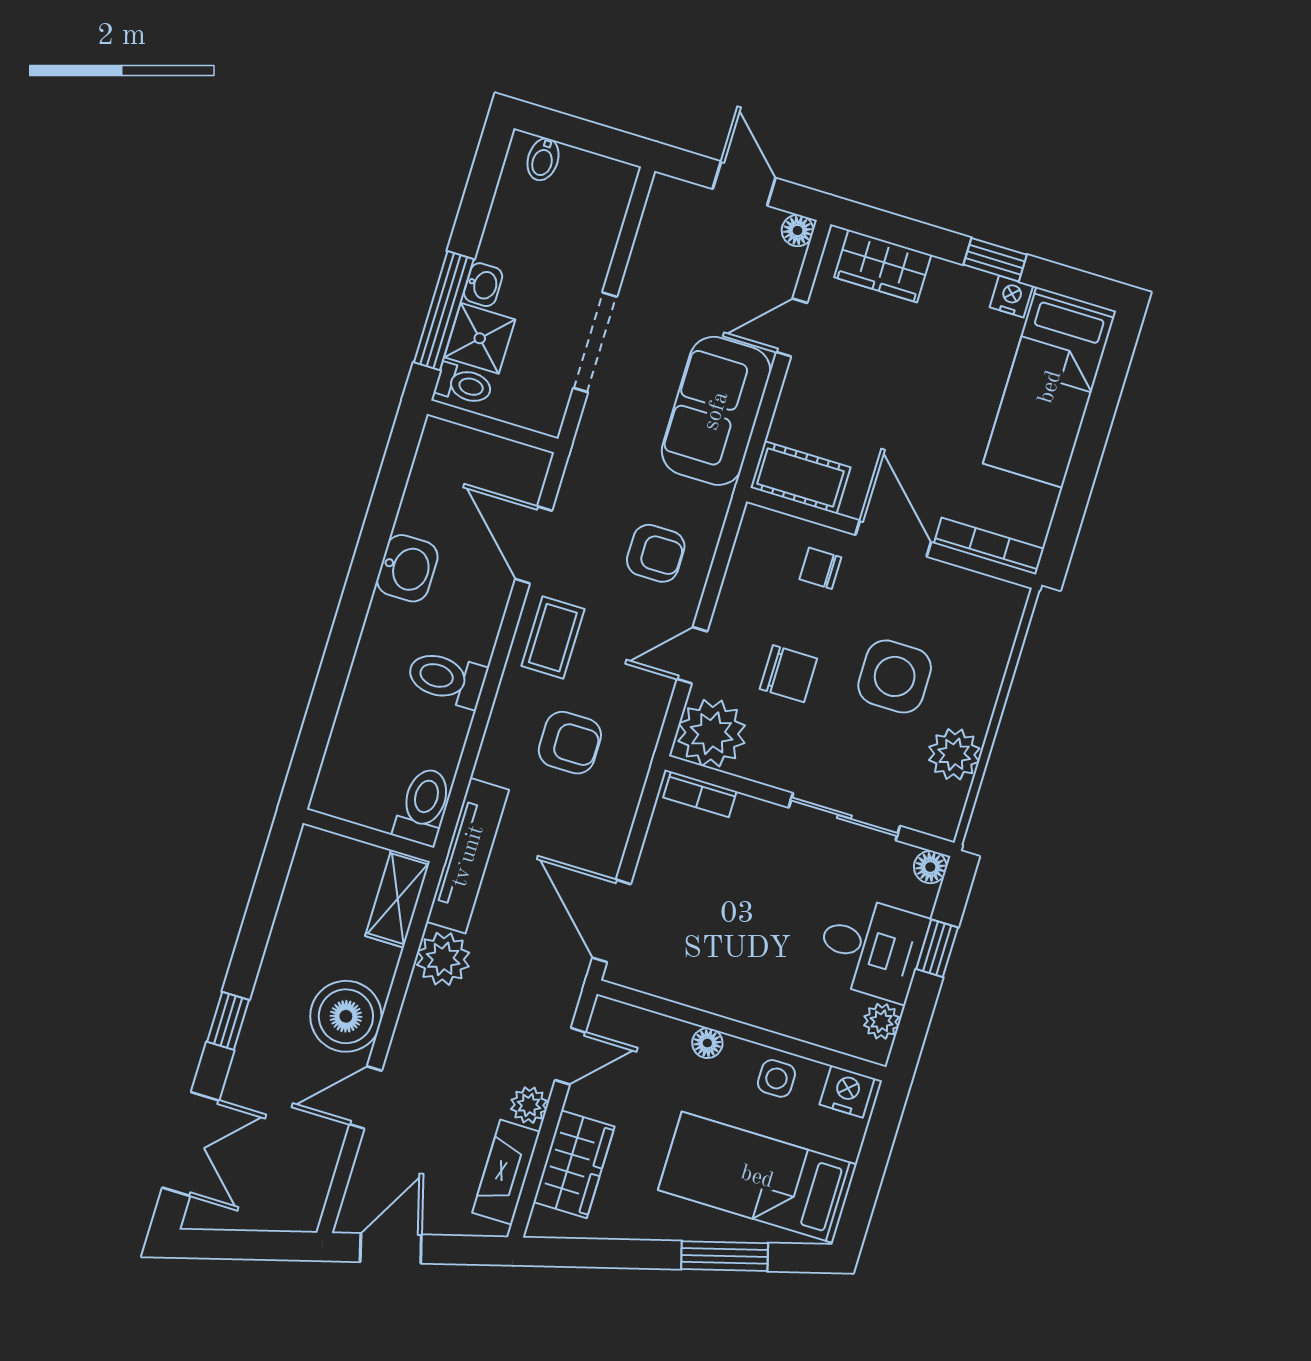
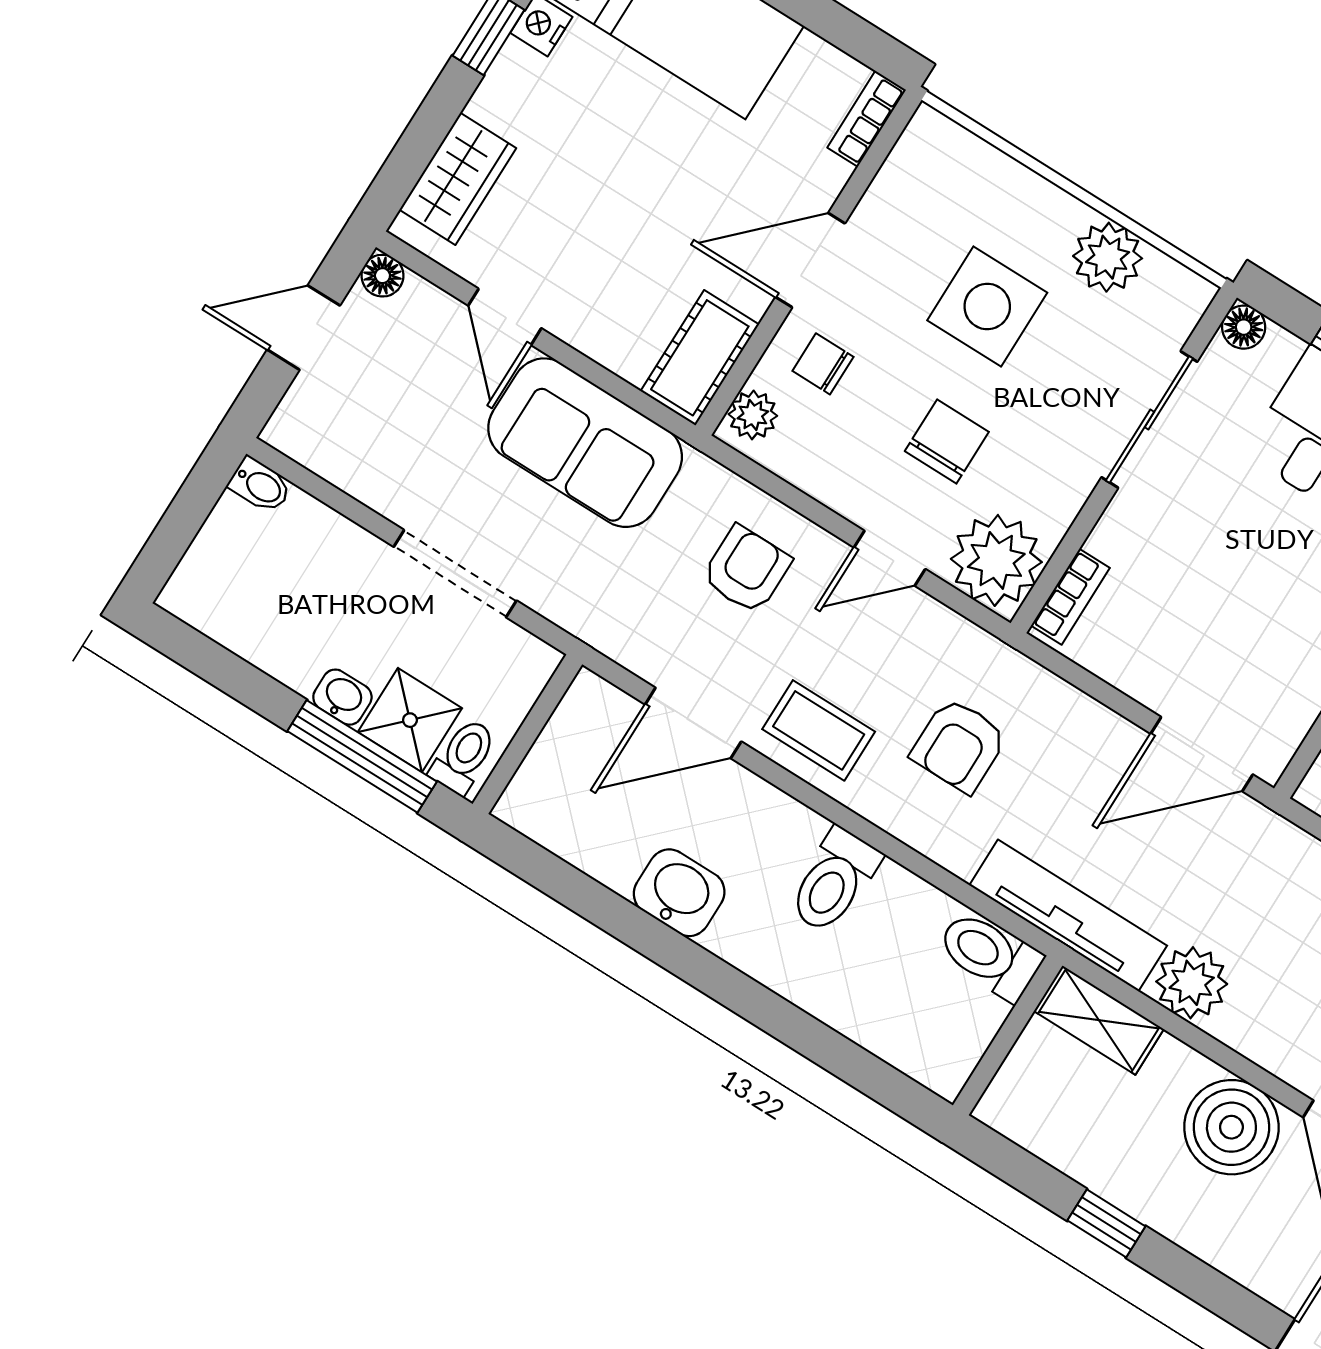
bidet: (543, 159) -> (260, 485), moved
plant: (769, 527) -> (753, 415), added
bookcase: (989, 546) -> (867, 119), width x0.64
chair: (820, 568) -> (823, 364), turned 90
door: (692, 655) -> (890, 558), hinge flipped
armchair: (570, 743) -> (959, 745), turned 180
window: (228, 1021) -> (1106, 1223), moved

